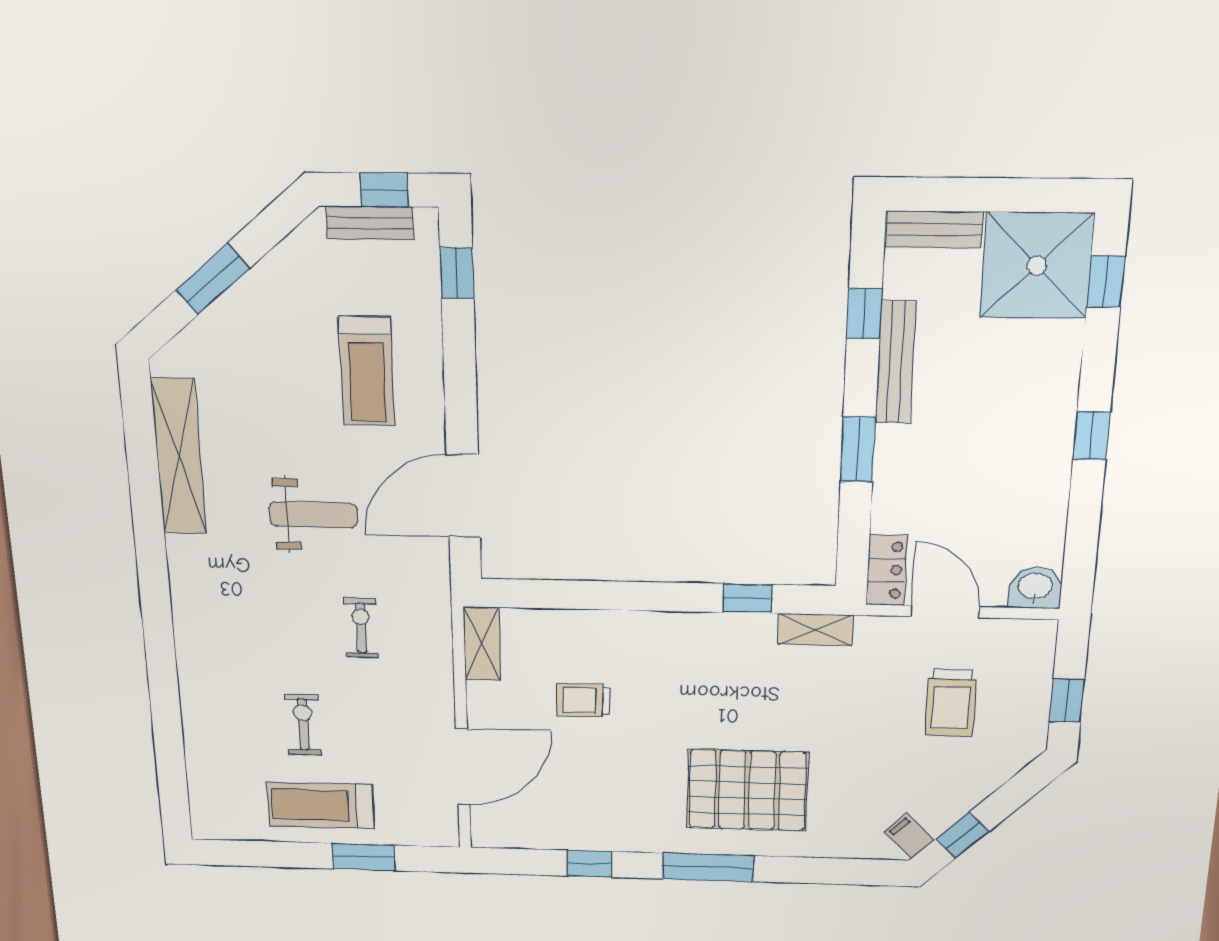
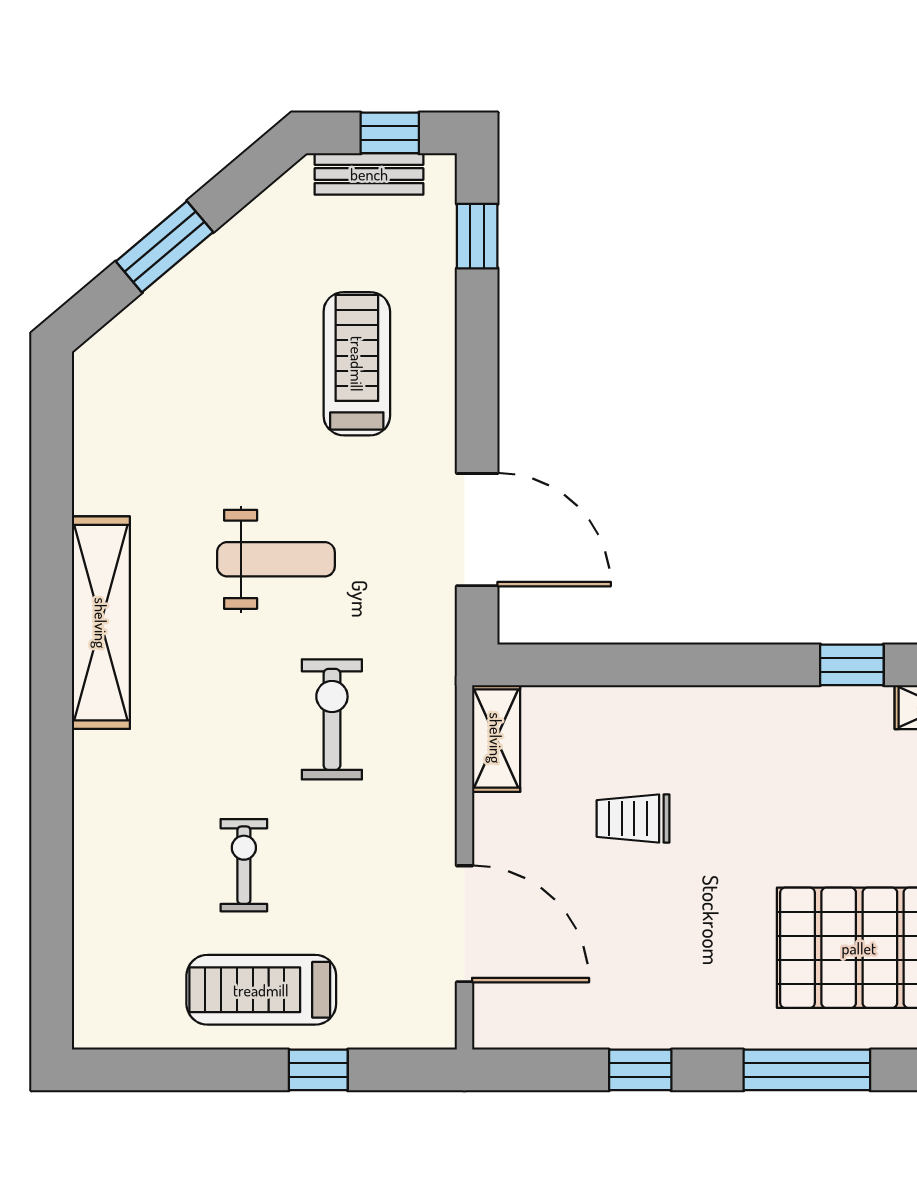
treadmill: (367, 371) -> (357, 364), turned 180
shelving: (179, 456) -> (101, 623), moved
door: (464, 496) -> (477, 530), swing flipped
exercise bike: (361, 628) -> (332, 719), width x1.38, depth x1.39
door: (463, 767) -> (464, 924), hinge flipped
window: (363, 857) -> (318, 1070), width x0.67

